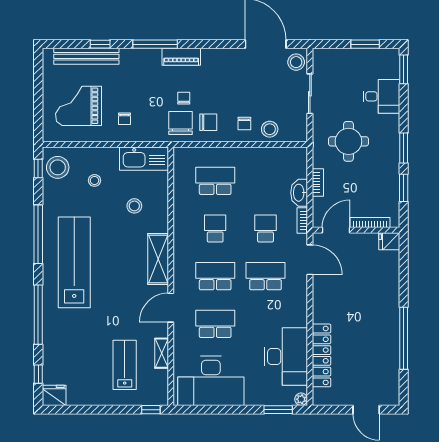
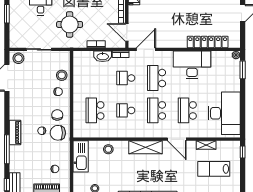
stool: (134, 206) -> (108, 149), moved
desk: (286, 357) -> (192, 65), moved

